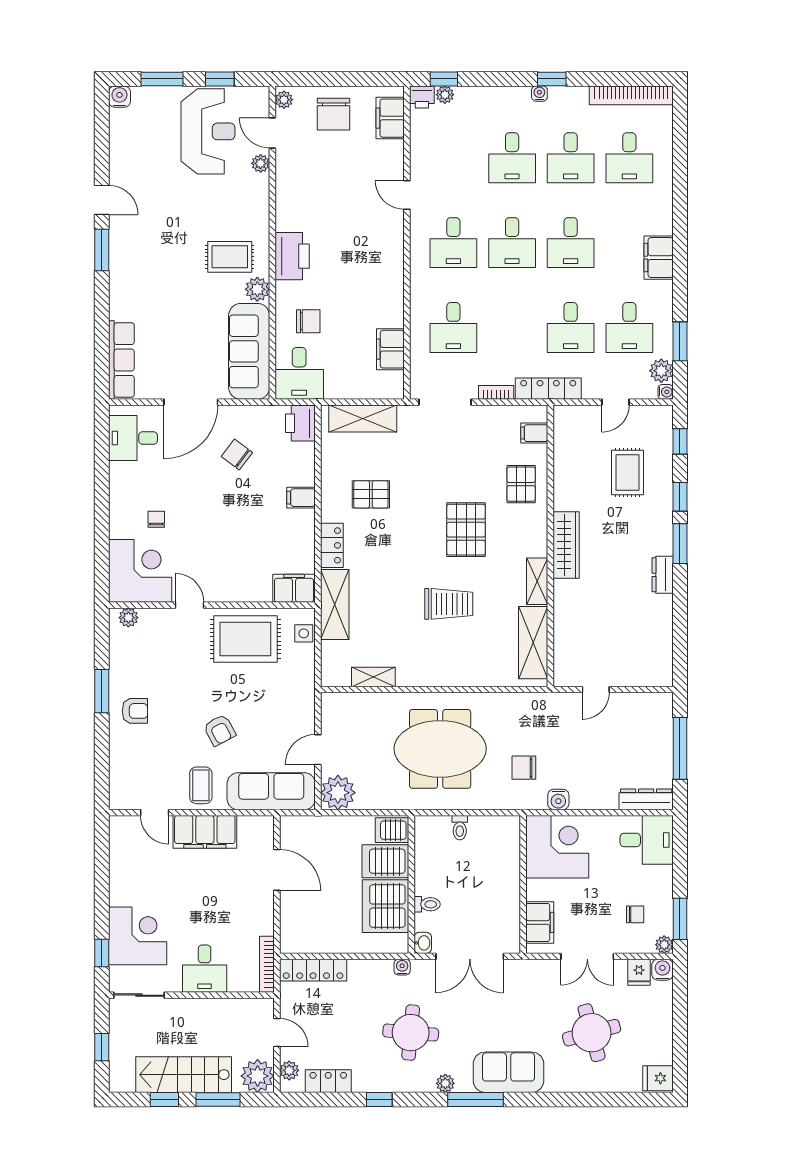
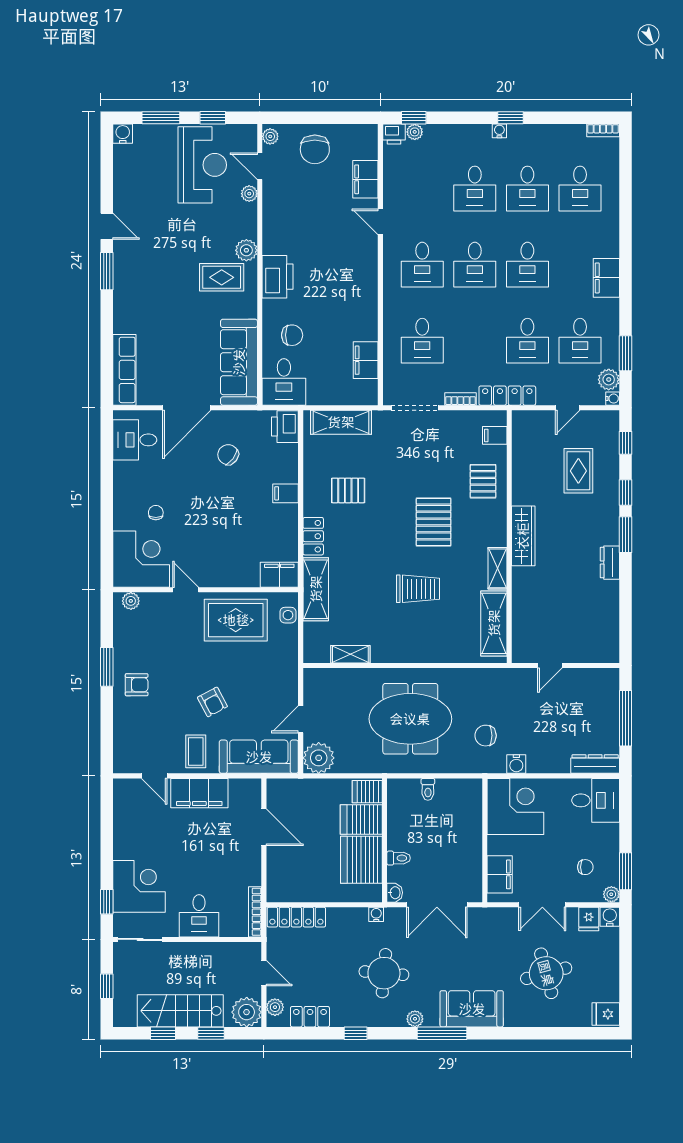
bookcase: (631, 95) -> (603, 130), width x0.43, depth x0.76
filing cabinet: (390, 118) -> (365, 179), moved
plant: (257, 289) -> (246, 250), moved
window: (218, 1099) -> (211, 1033), width x0.67

